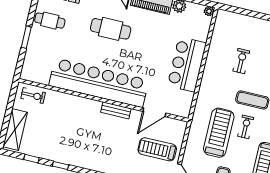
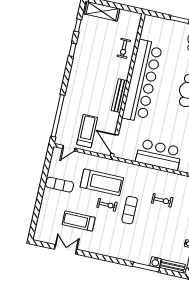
exercise bike: (33, 95) -> (124, 48), moved
bench: (116, 110) -> (119, 96), width x1.36
door: (154, 112) -> (115, 144), moved

